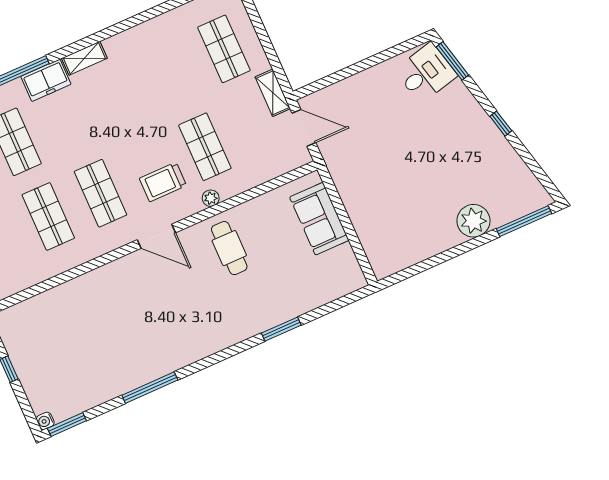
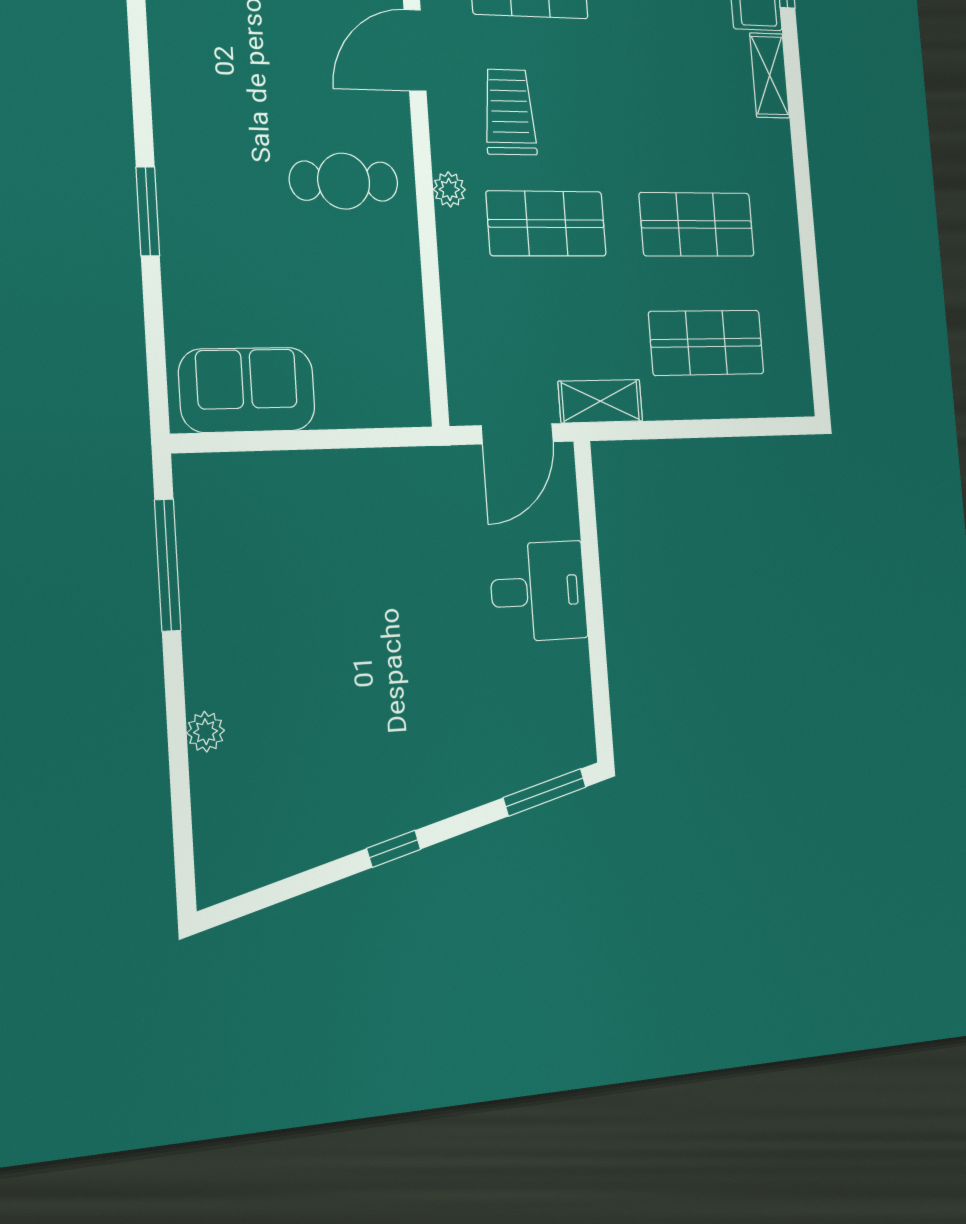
shop shelf: (172, 72) -> (697, 224), added
desk: (426, 73) -> (538, 591), moved, turned -76
sofa: (319, 219) -> (247, 390), moved
plant: (473, 221) -> (206, 732), width x0.53, depth x0.53
window: (524, 221) -> (168, 565), moved

